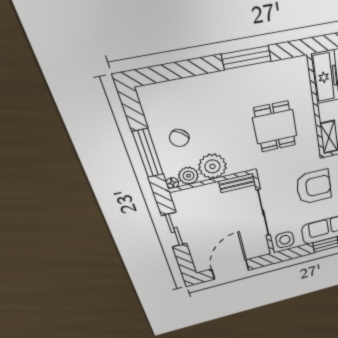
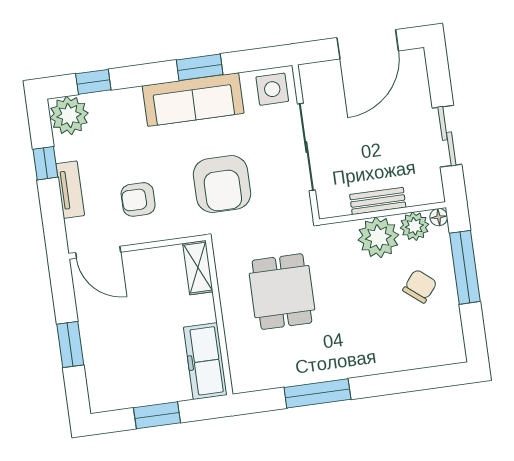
bench: (237, 183) -> (378, 201), moved
armchair: (314, 187) -> (222, 184), turned -90

